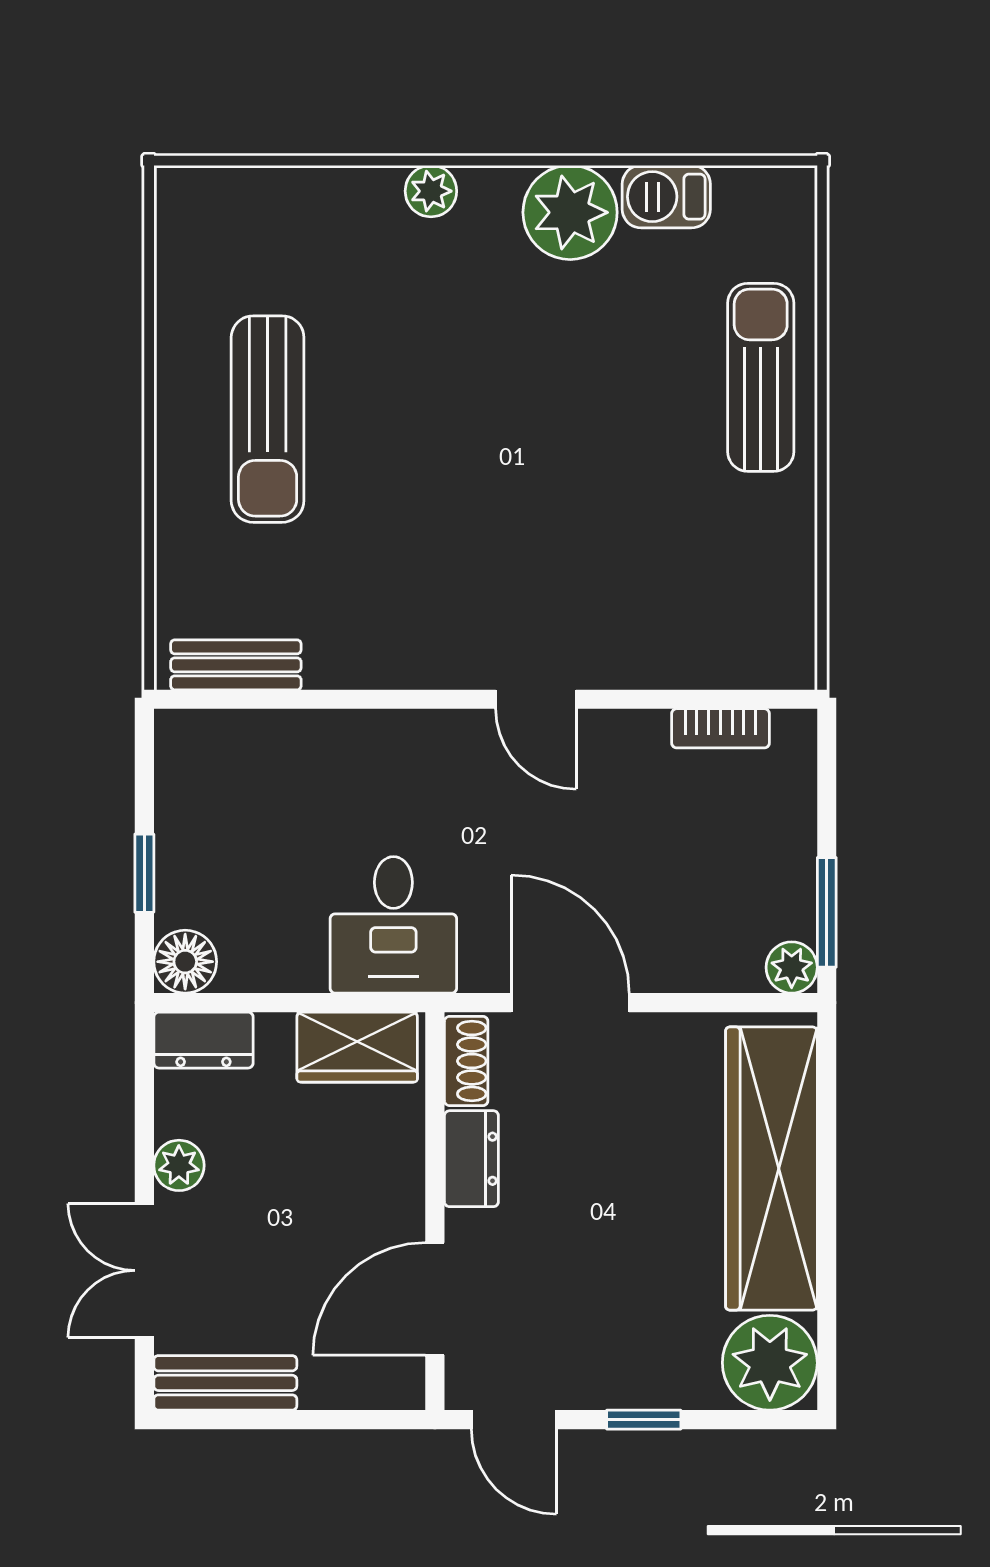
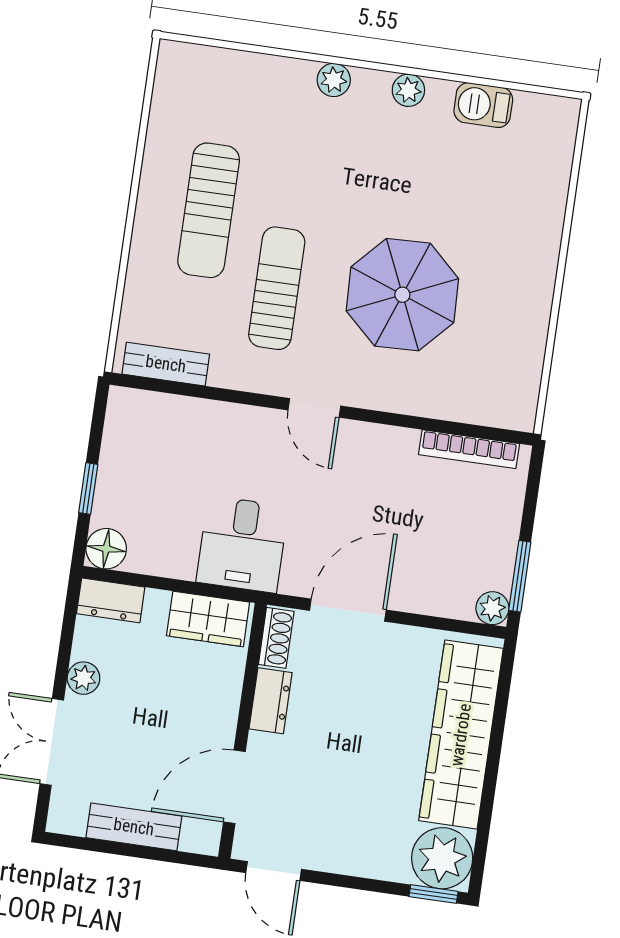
plant: (570, 212) -> (408, 90), width x0.53, depth x0.53
sun lounger: (761, 377) -> (277, 288), moved
parasol: (584, 506) -> (402, 295), added
door: (536, 699) -> (314, 408), moved
bookcase: (720, 728) -> (469, 449), width x1.56
door: (570, 1003) -> (348, 610), hinge flipped
bench: (225, 1383) -> (134, 827), moved
window: (644, 1420) -> (433, 894), moved

